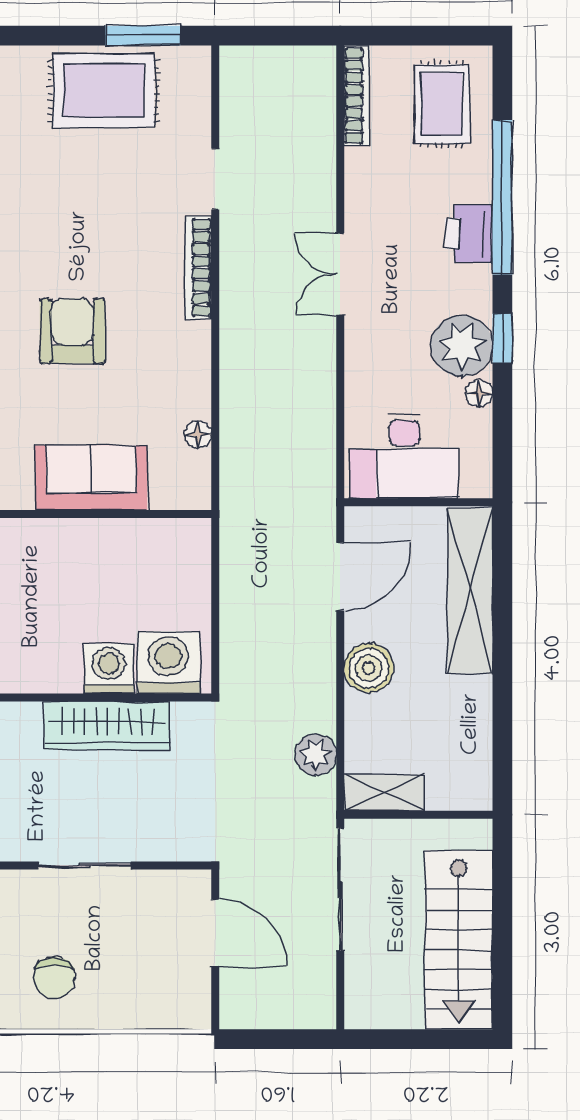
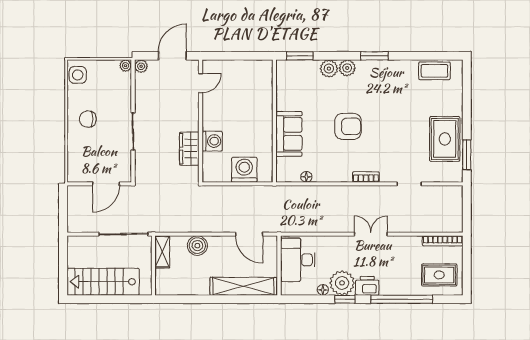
printer: (469, 234) -> (367, 286), moved
bookcase: (198, 268) -> (366, 177), width x0.64
washing machine: (168, 662) -> (244, 170), moved, turned -90
boiler: (369, 668) -> (197, 246), moved
wardrobe: (107, 726) -> (189, 149), width x0.67
plant: (316, 755) -> (178, 224), removed

